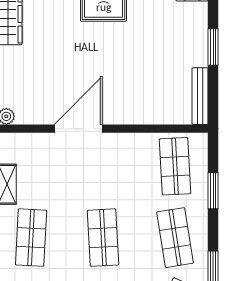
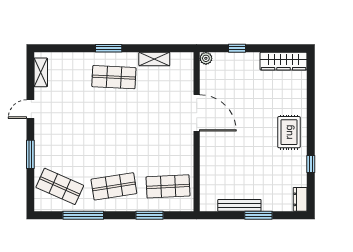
bench: (200, 96) -> (239, 205), moved
shop shelf: (103, 238) -> (114, 132), removed

